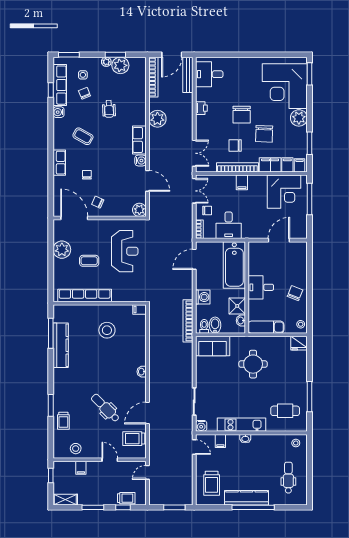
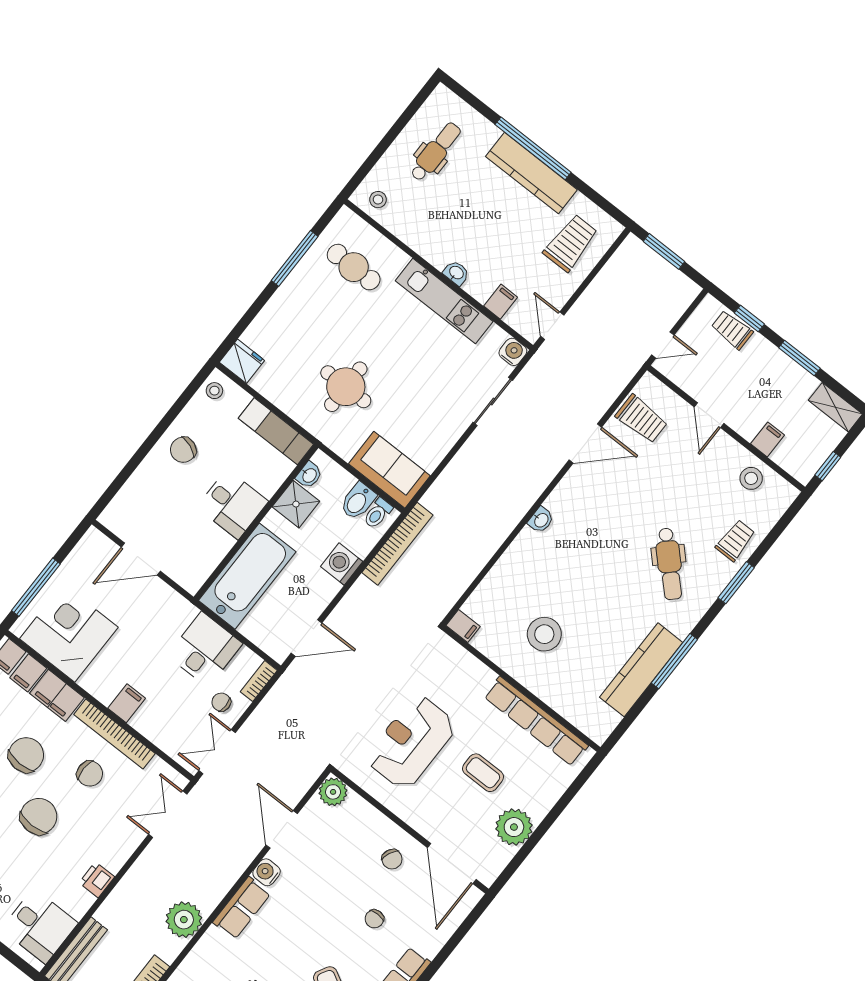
window: (51, 333) -> (674, 661), moved
dental chair: (105, 408) -> (669, 564), moved
dental chair: (288, 478) -> (436, 152), turned 180

